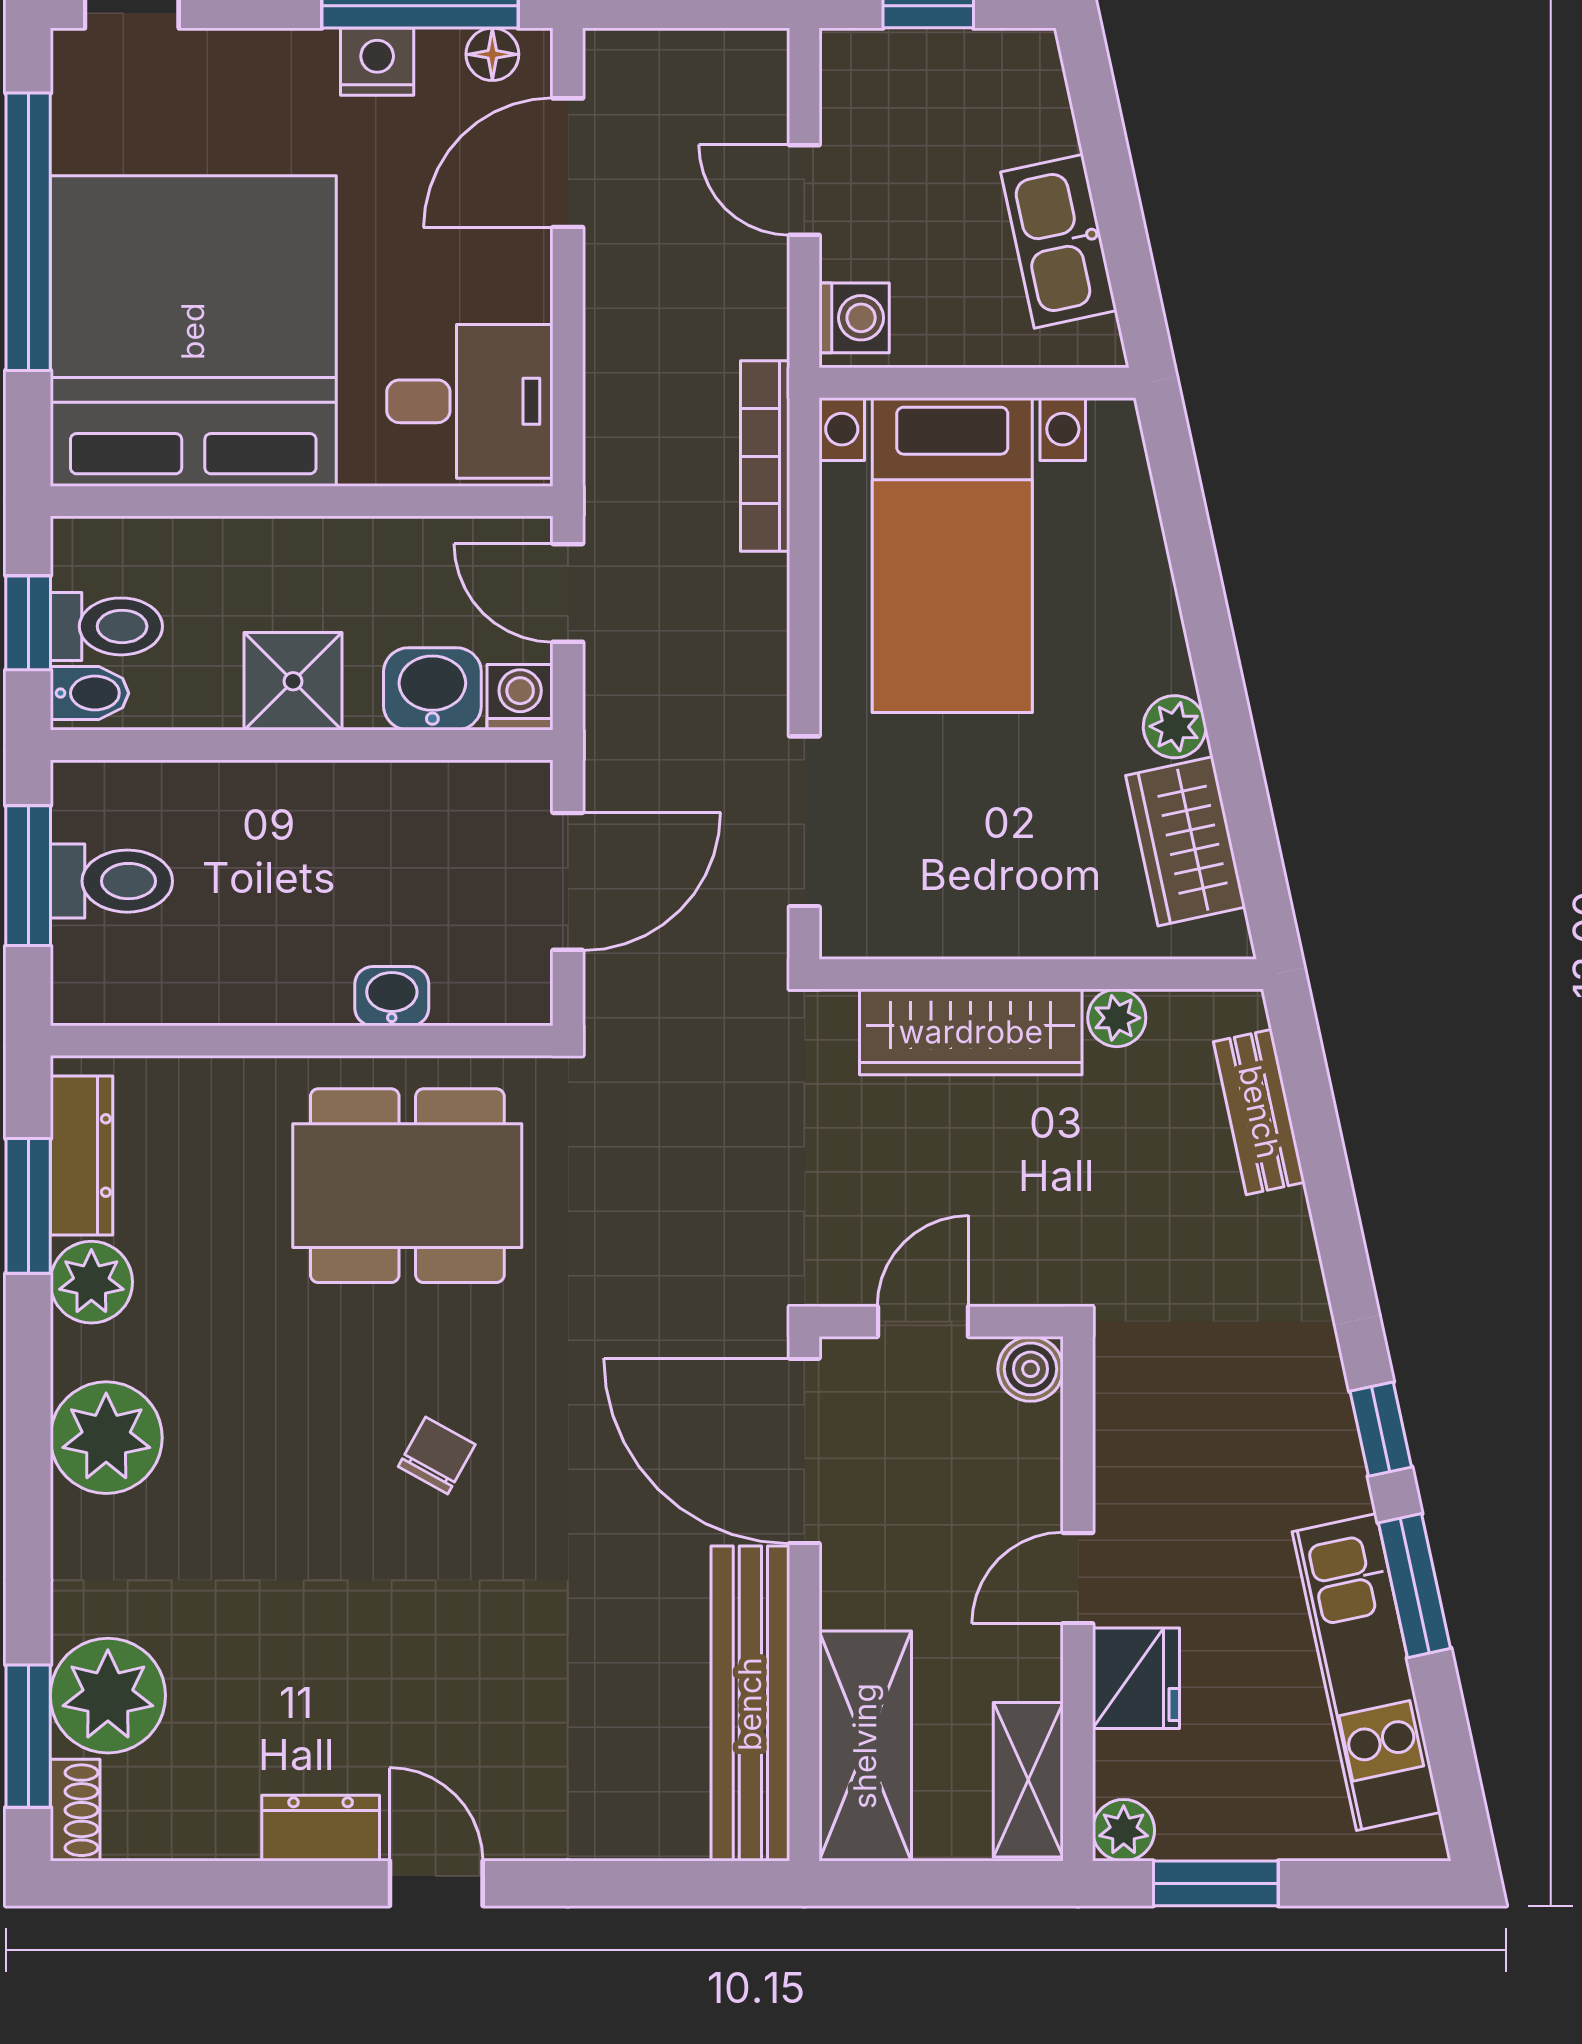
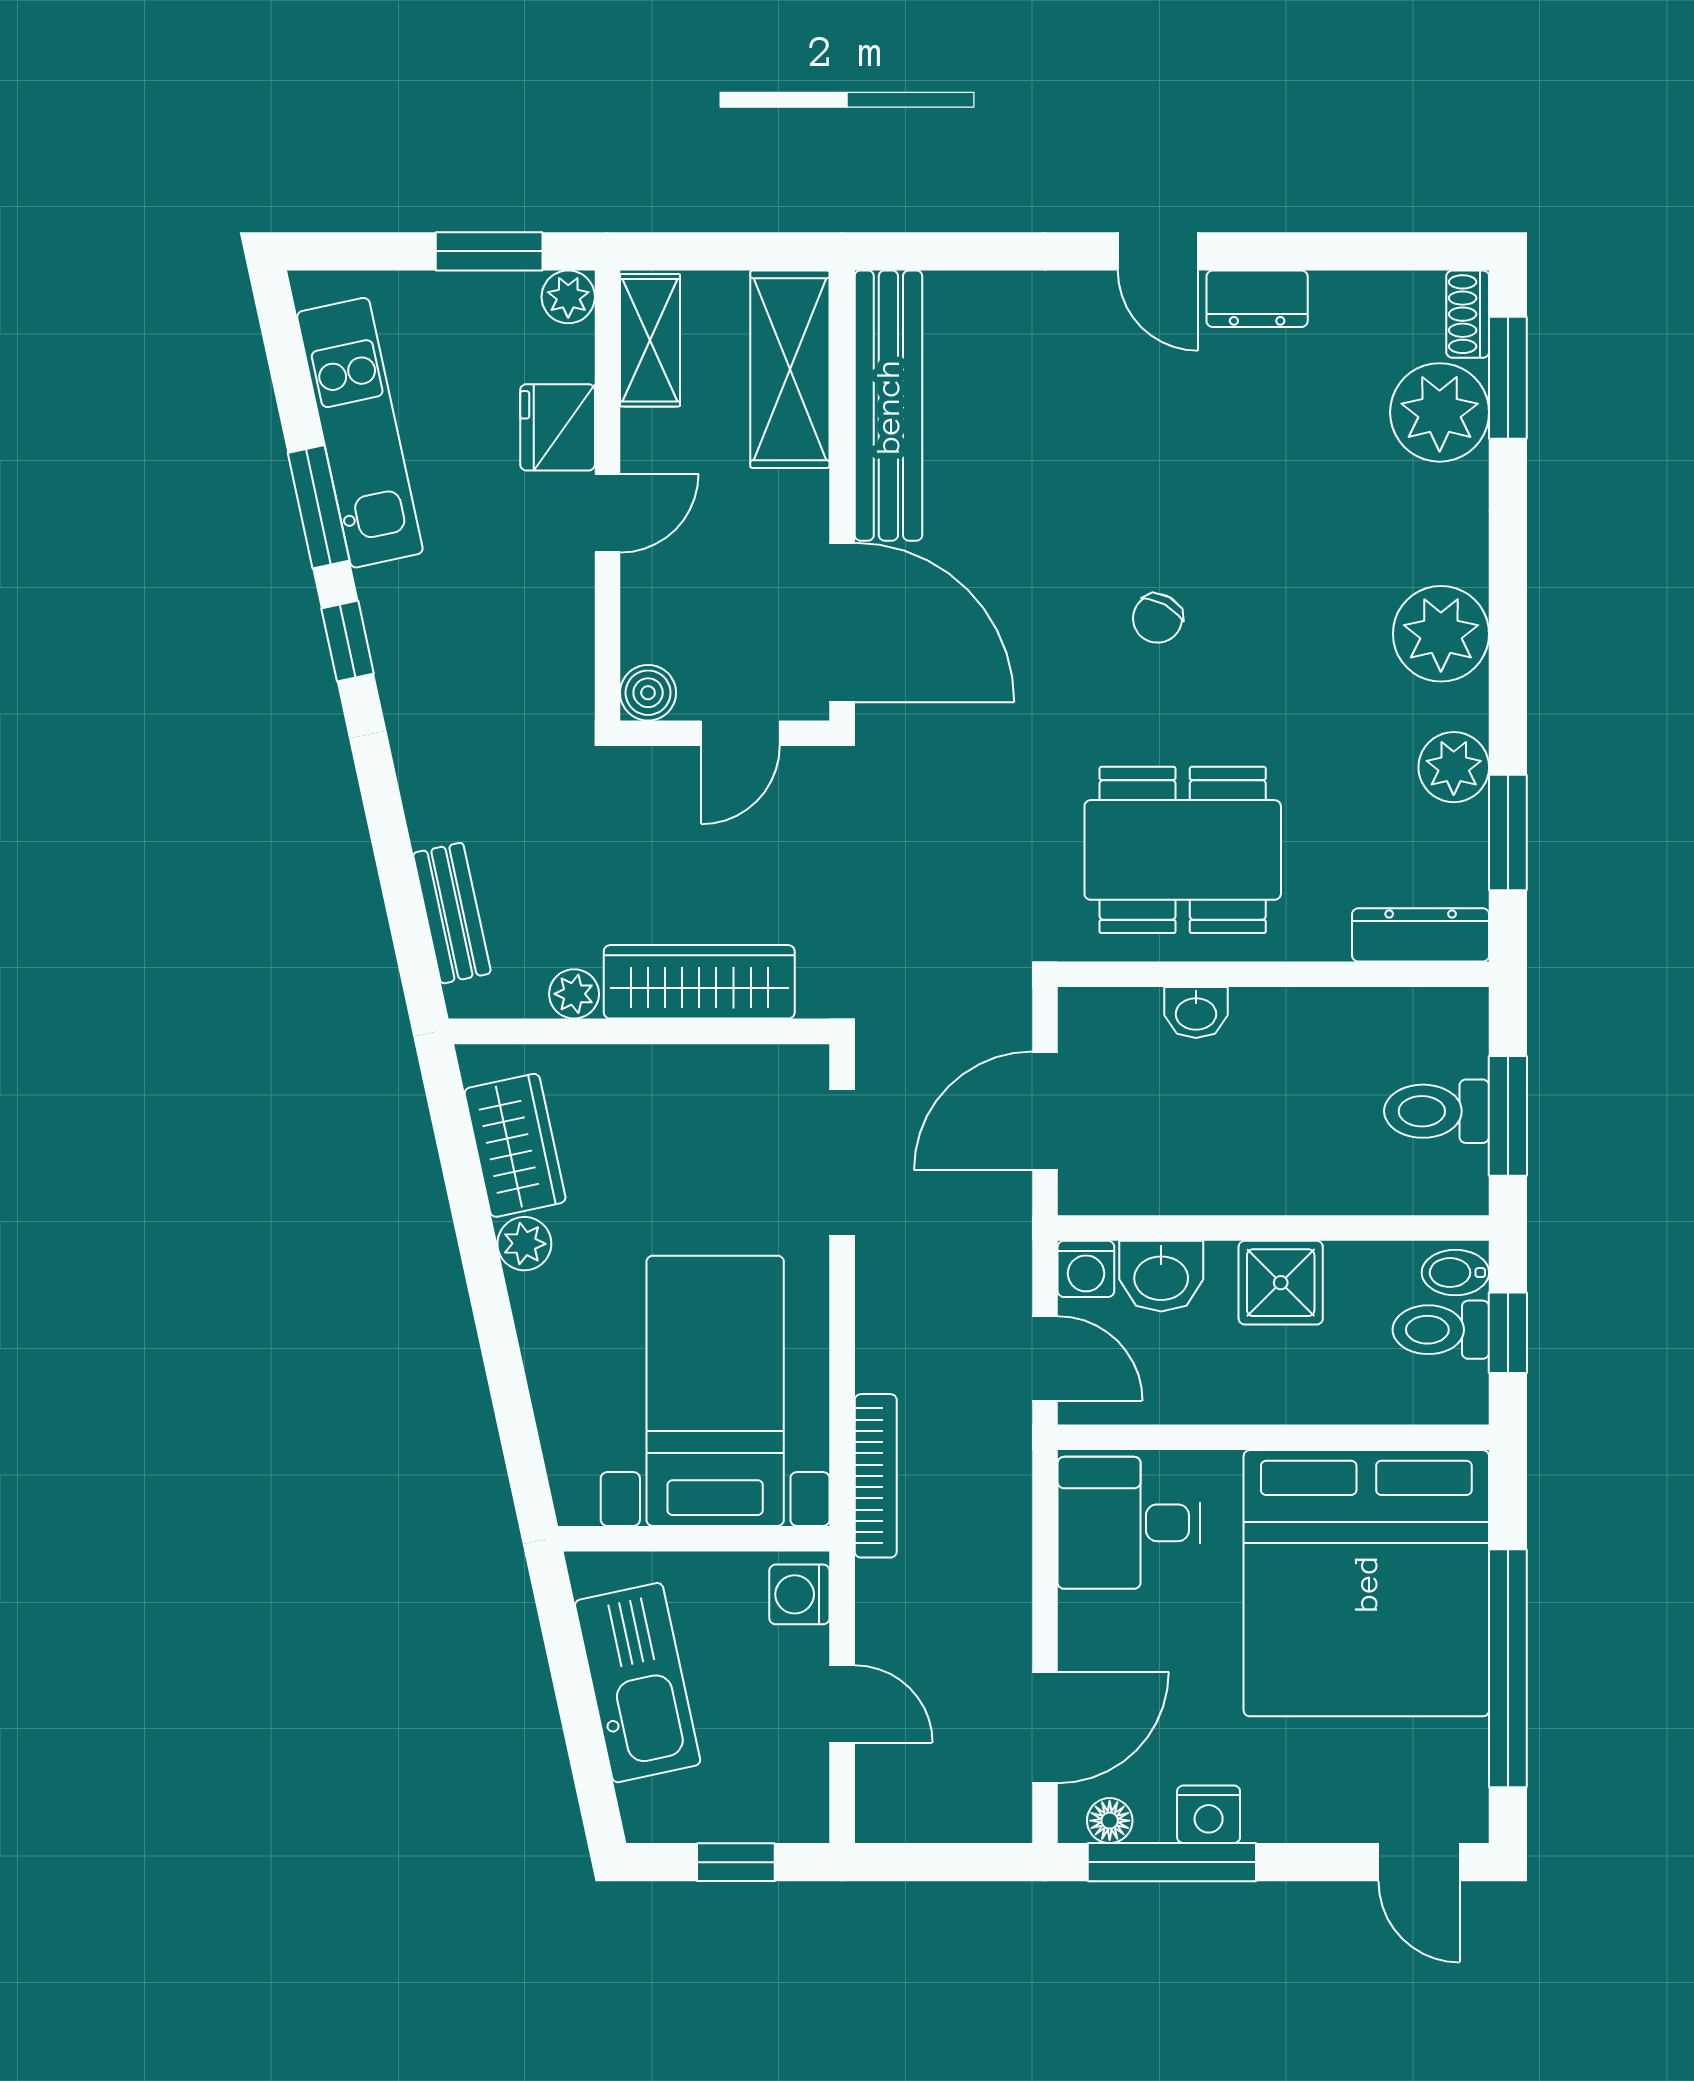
kitchen sink: (1059, 241) -> (638, 1683), width x1.36, depth x1.24
dresser: (82, 1156) -> (1421, 935), moved, turned 90

